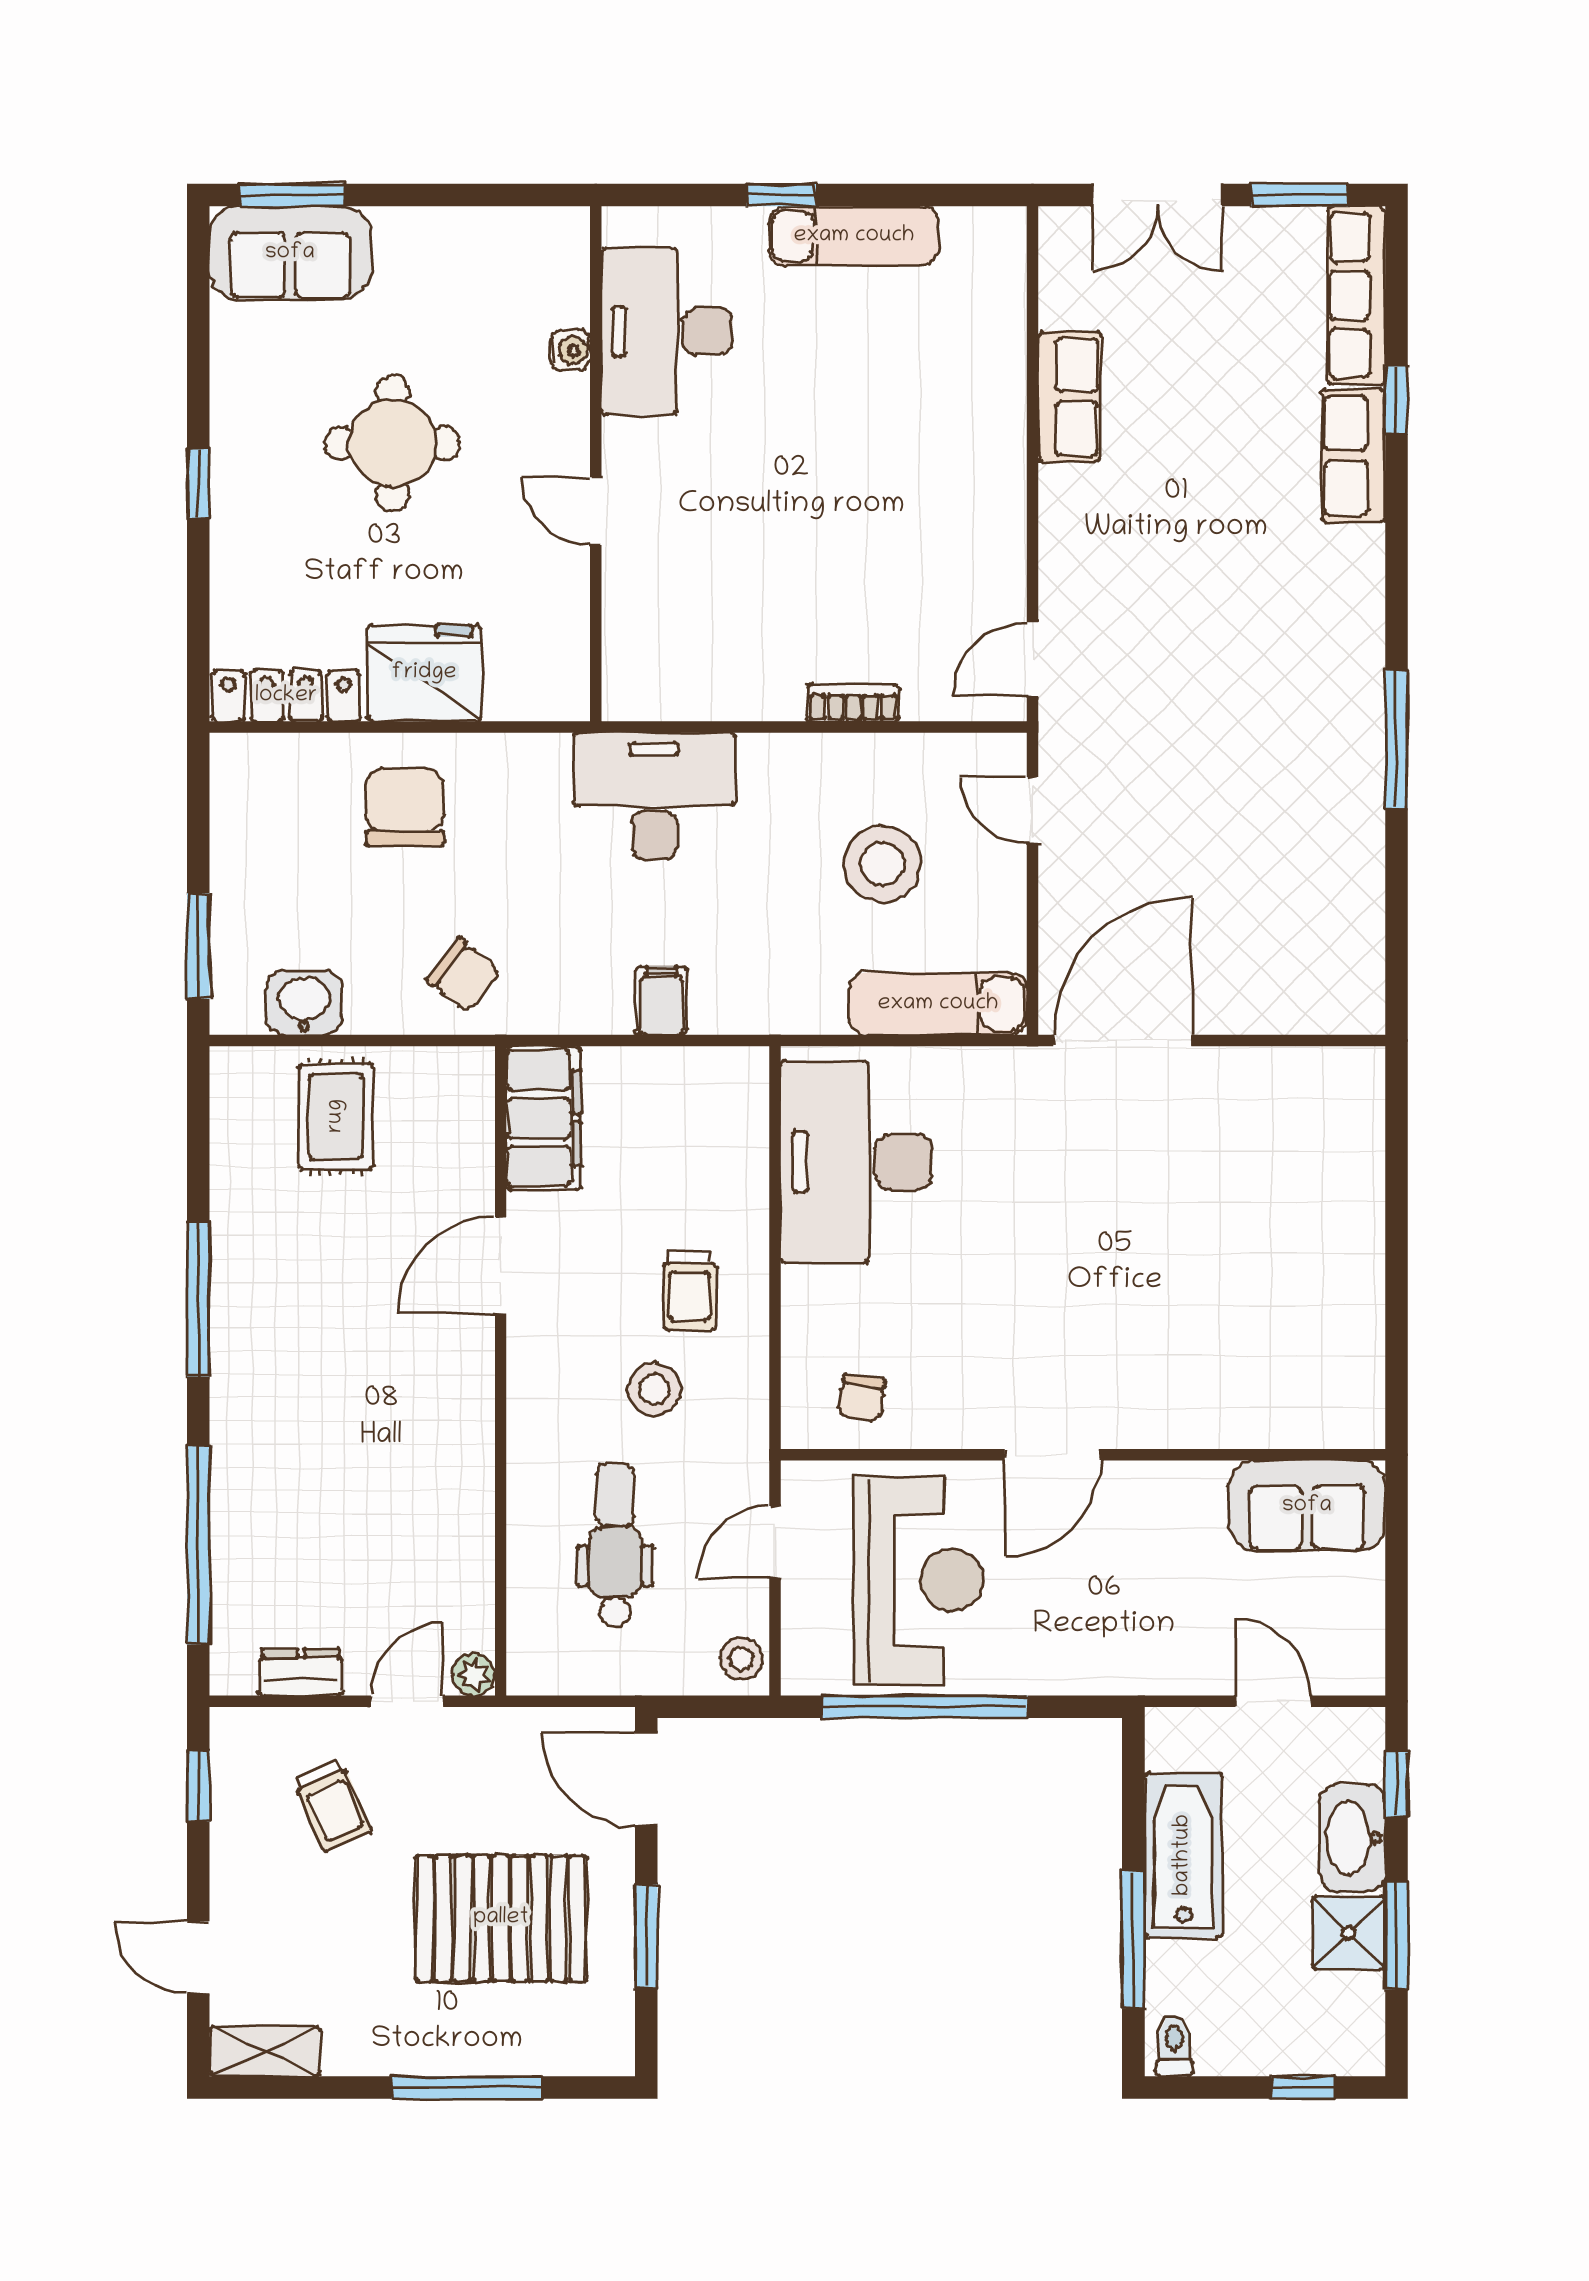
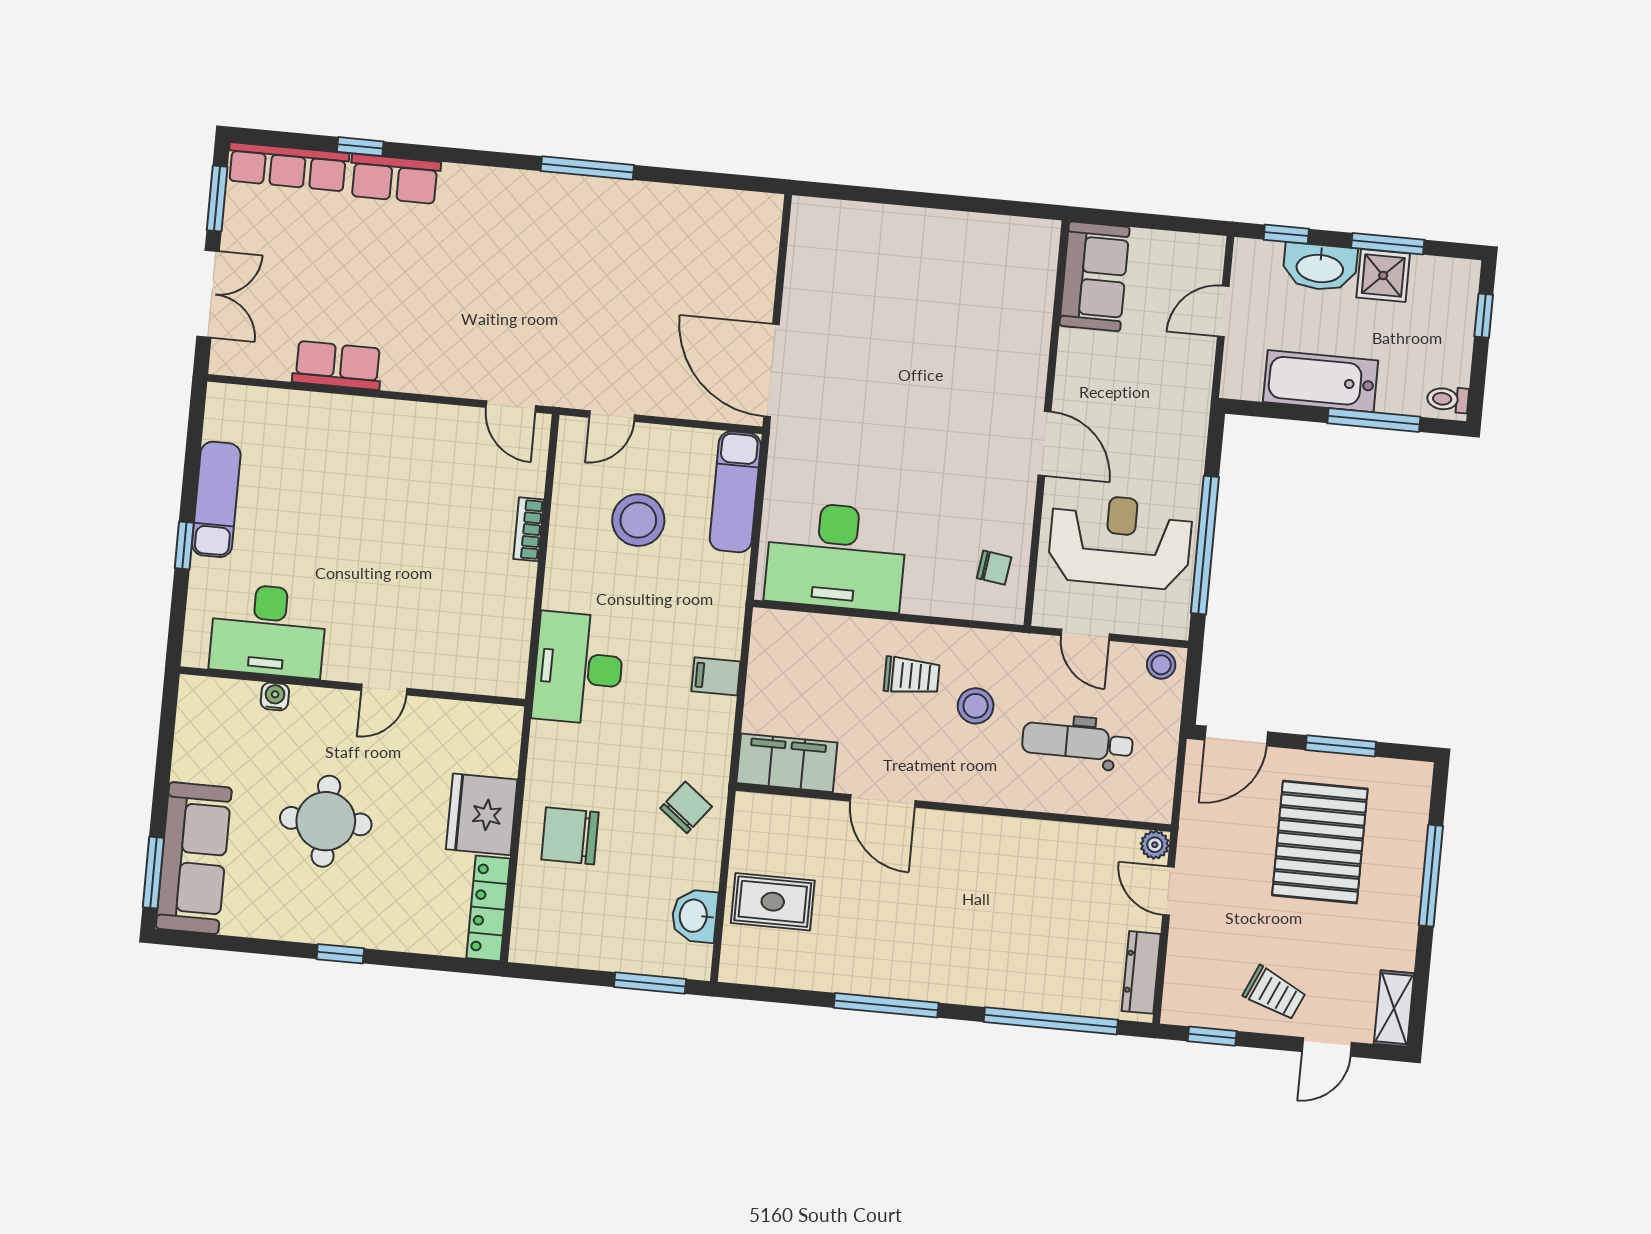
sofa: (290, 253) -> (194, 858), width x1.36
dresser: (301, 1672) -> (1141, 972), width x1.44
trolley: (333, 1805) -> (1274, 993), moved, turned 48

